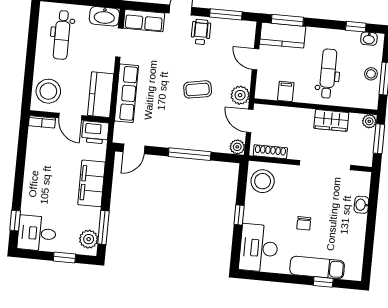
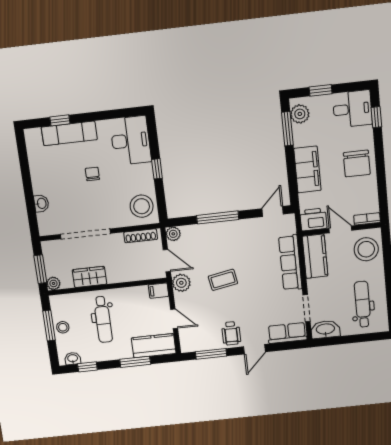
window: (287, 20) -> (135, 362), moved
filing cabinet: (286, 91) -> (159, 291), moved, turned 90
chair: (42, 179) -> (357, 164), added

